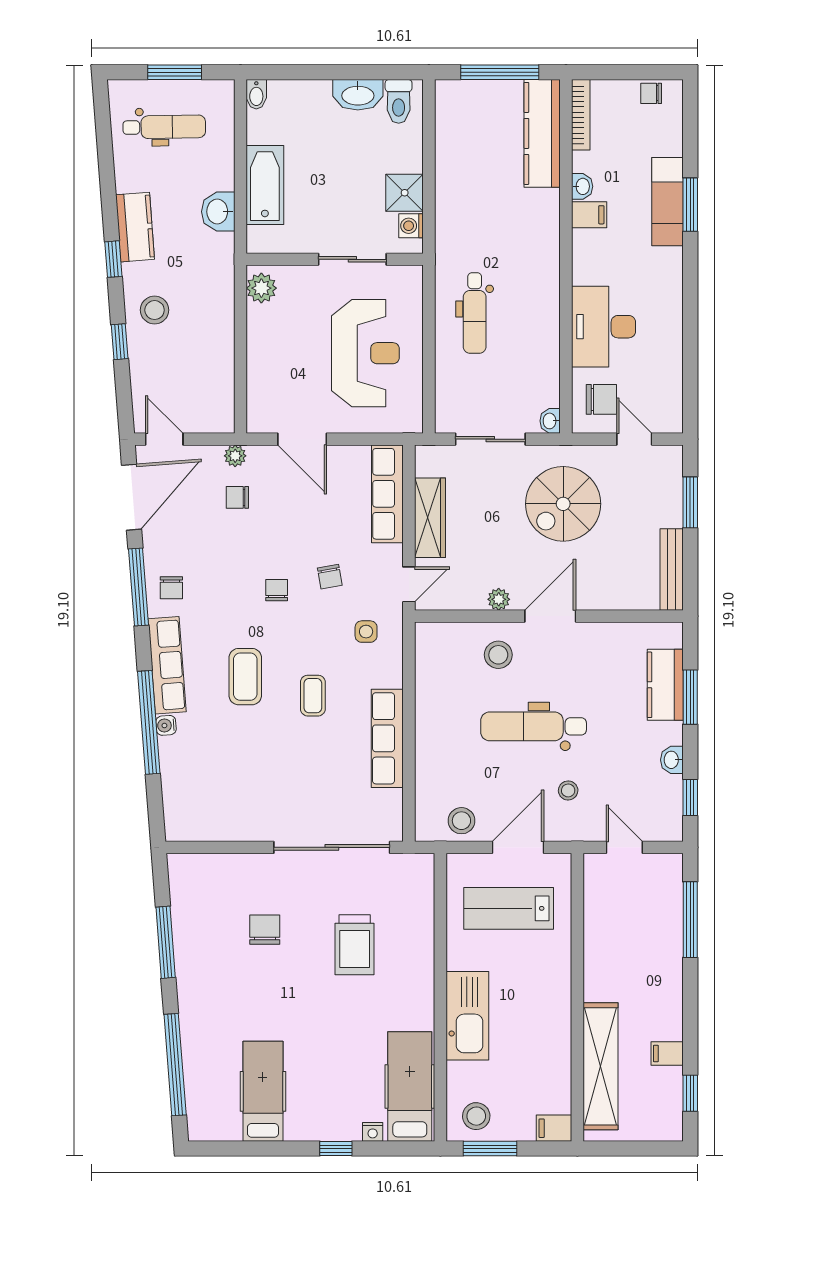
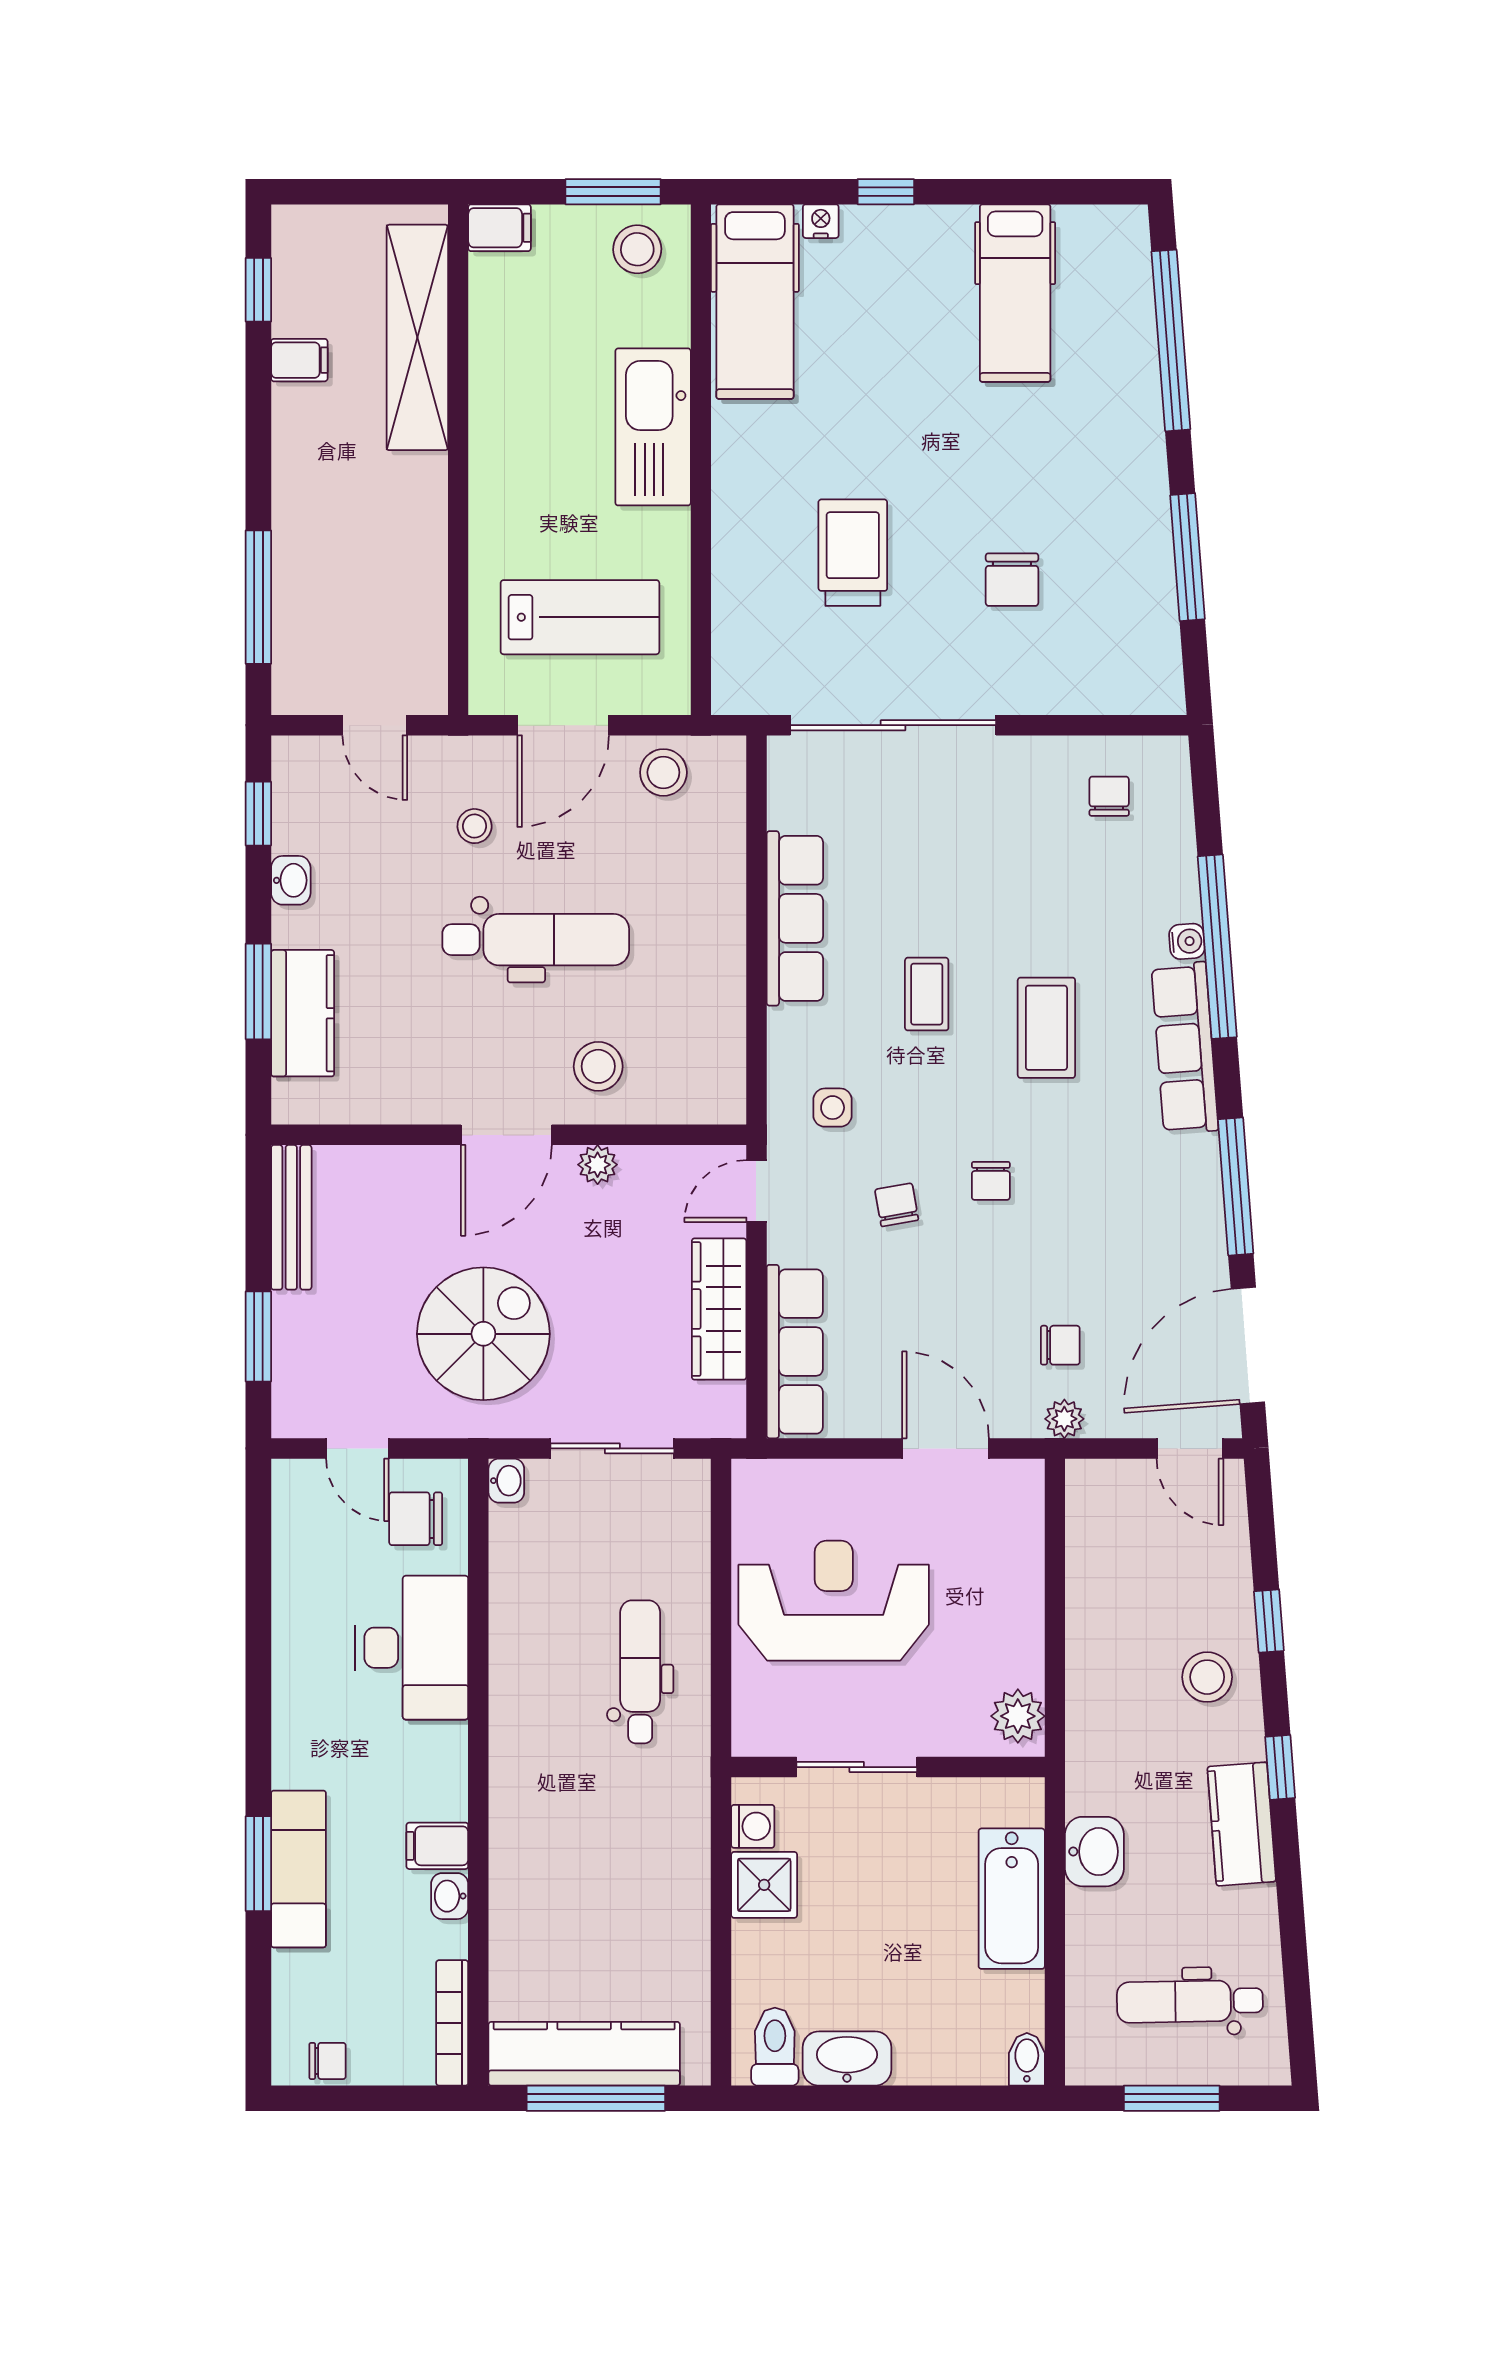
kitchen counter: (542, 133) -> (584, 2054), moved, turned -90
reception desk: (365, 353) -> (834, 1601), turned 90
chair: (171, 588) -> (1109, 796), moved

